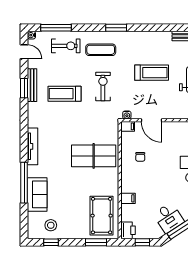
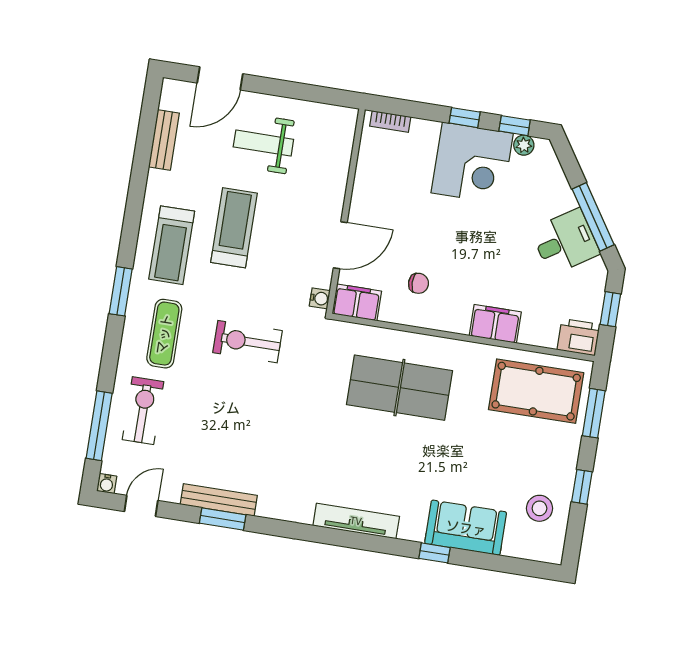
treadmill: (64, 94) -> (172, 245), moved
filing cabinet: (128, 126) -> (357, 302), width x2.00
table tennis table: (94, 156) -> (399, 388), turned 90
window: (24, 183) -> (435, 553), width x0.32
filing cabinet: (128, 198) -> (495, 324), width x2.00
window: (51, 242) -> (582, 487), moved

